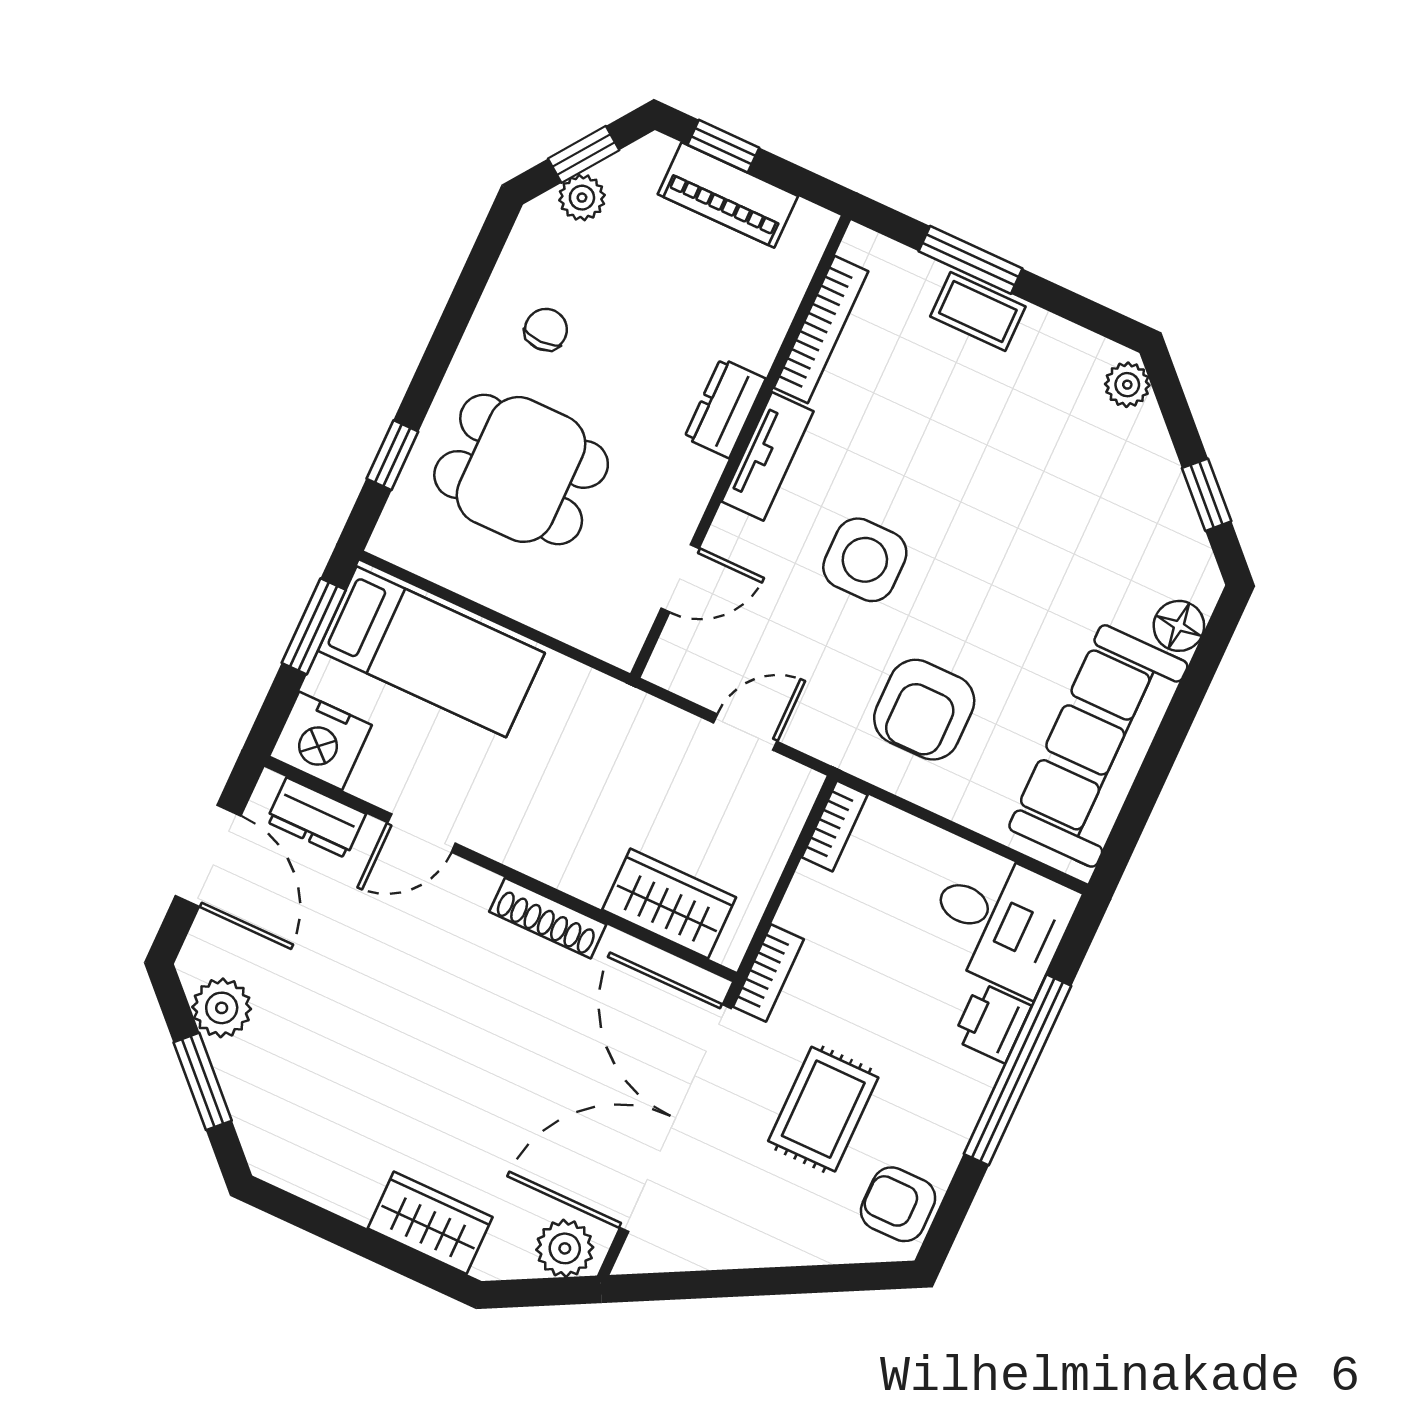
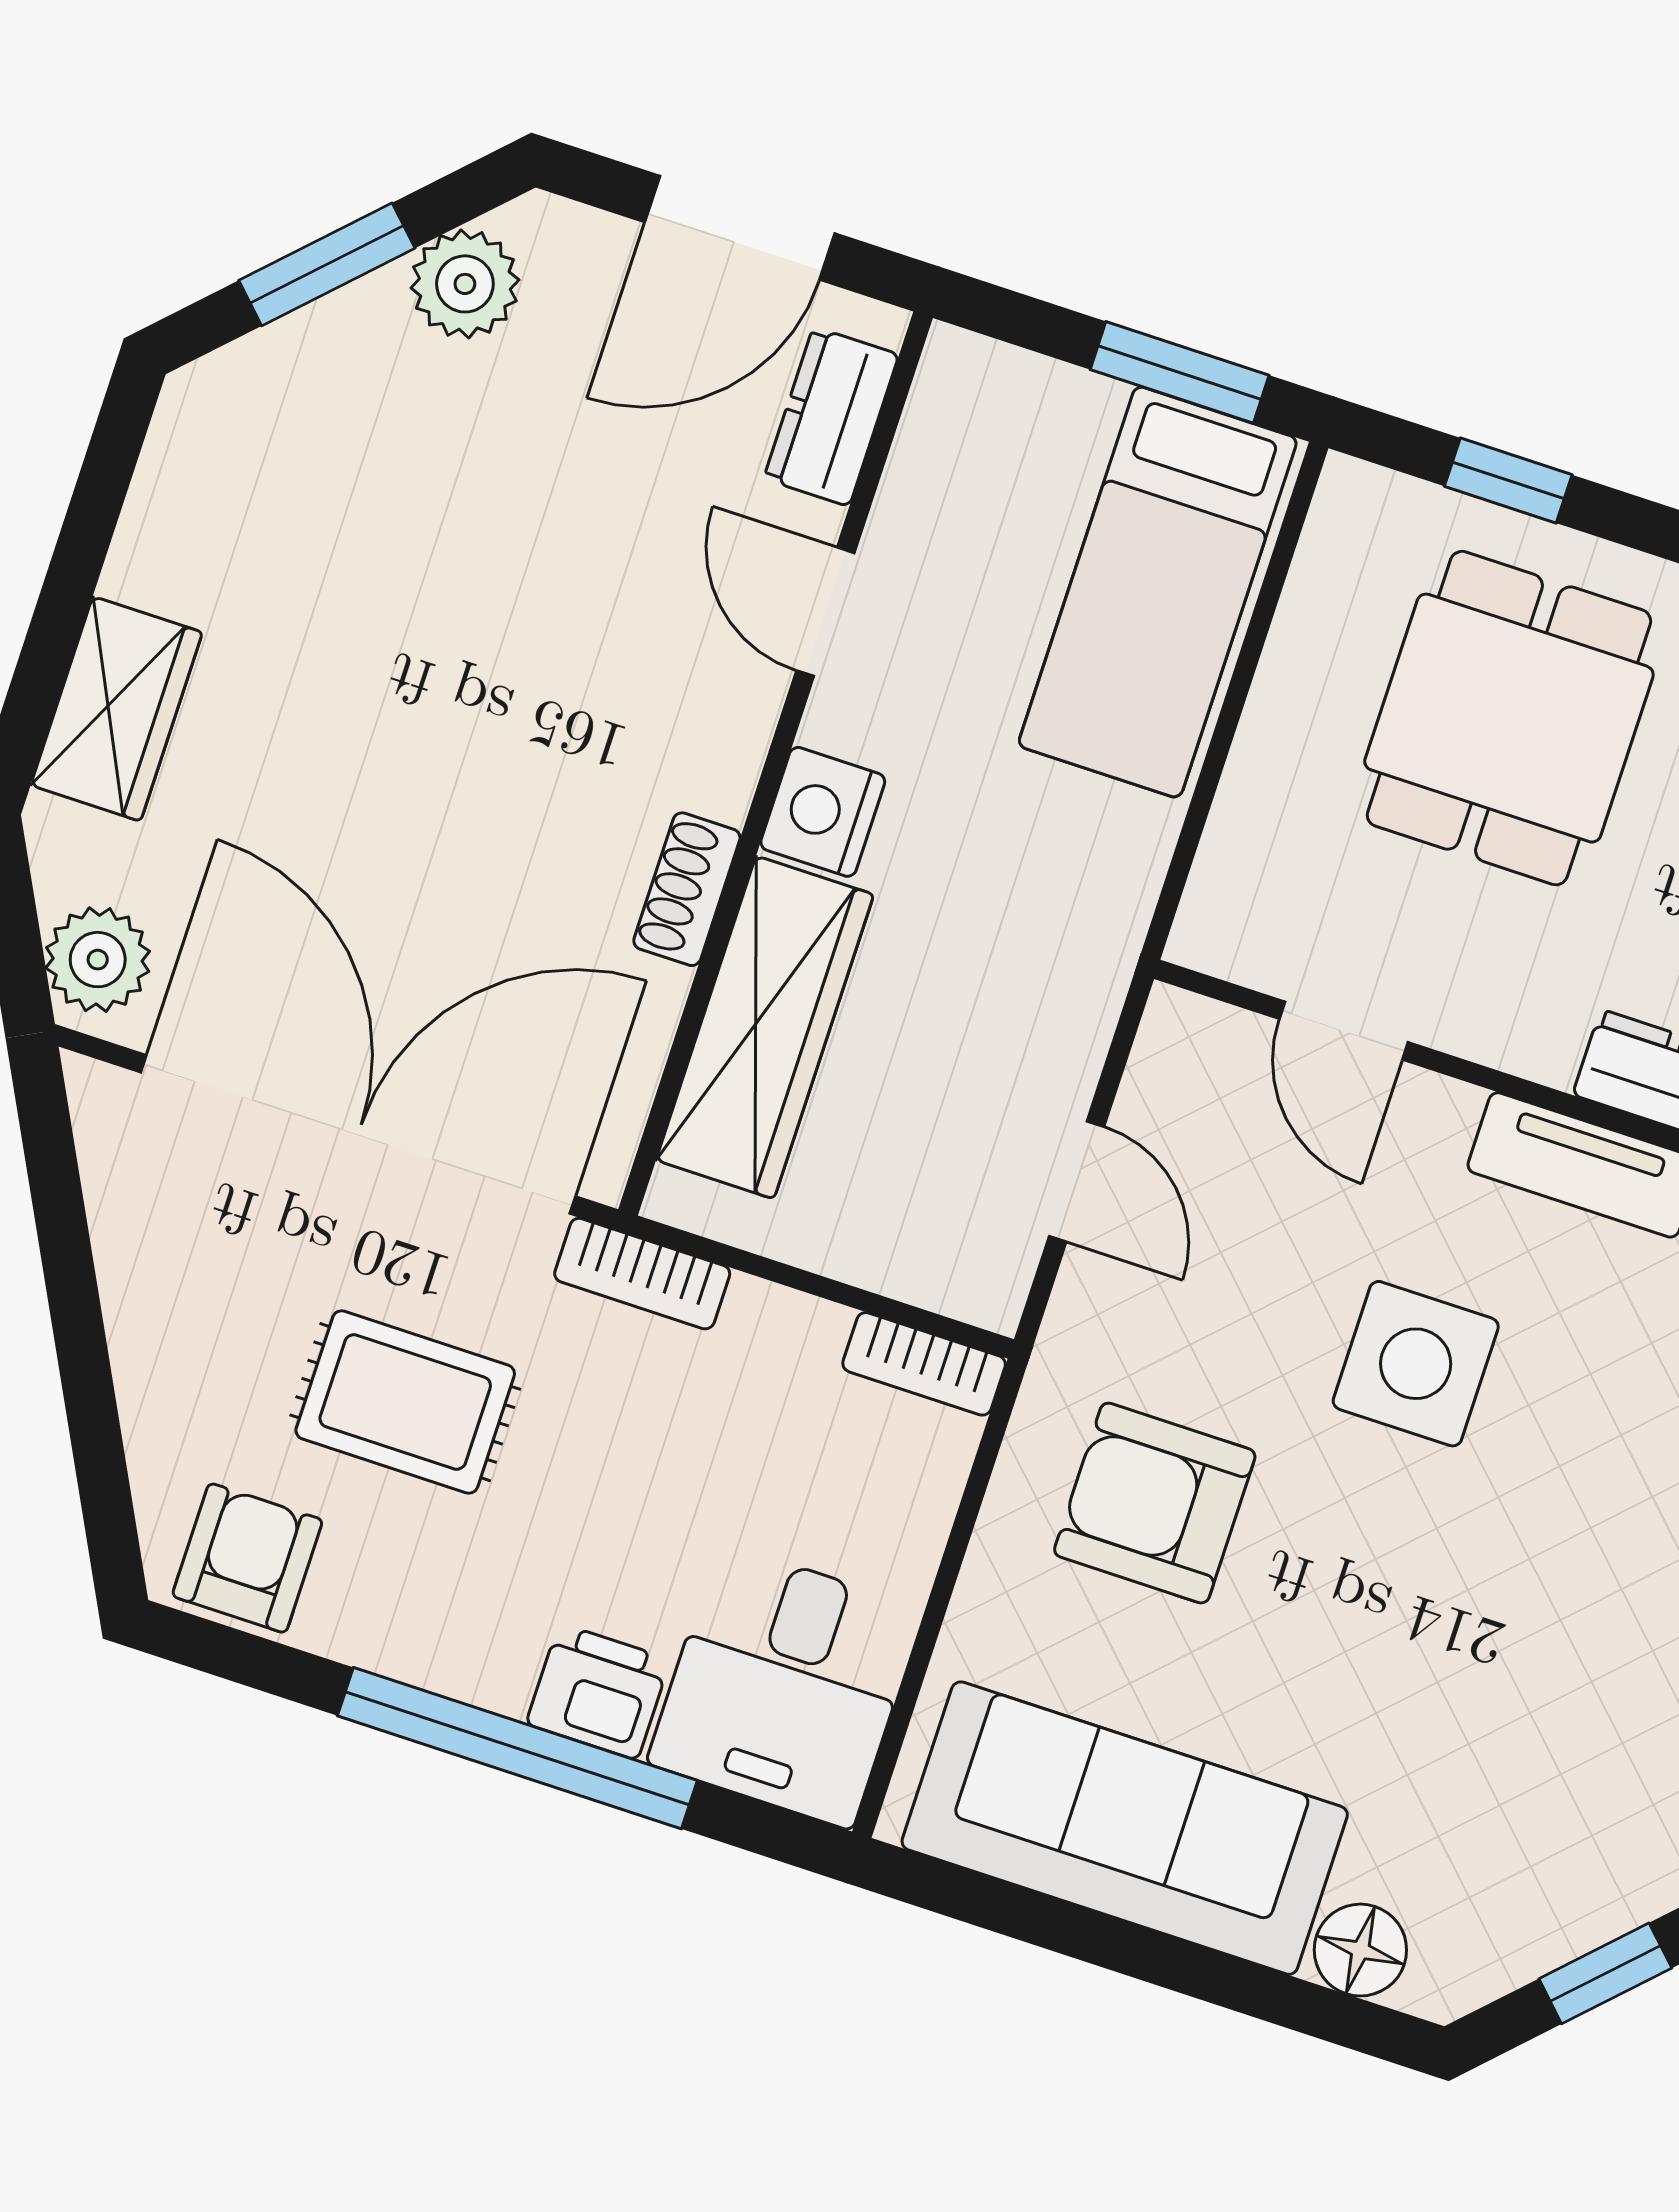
nightstand: (320, 741) -> (823, 812), moved, width x0.74, depth x0.75
wardrobe: (669, 904) -> (765, 1027), width x1.50
shoe rack: (548, 918) -> (687, 889), width x0.70

